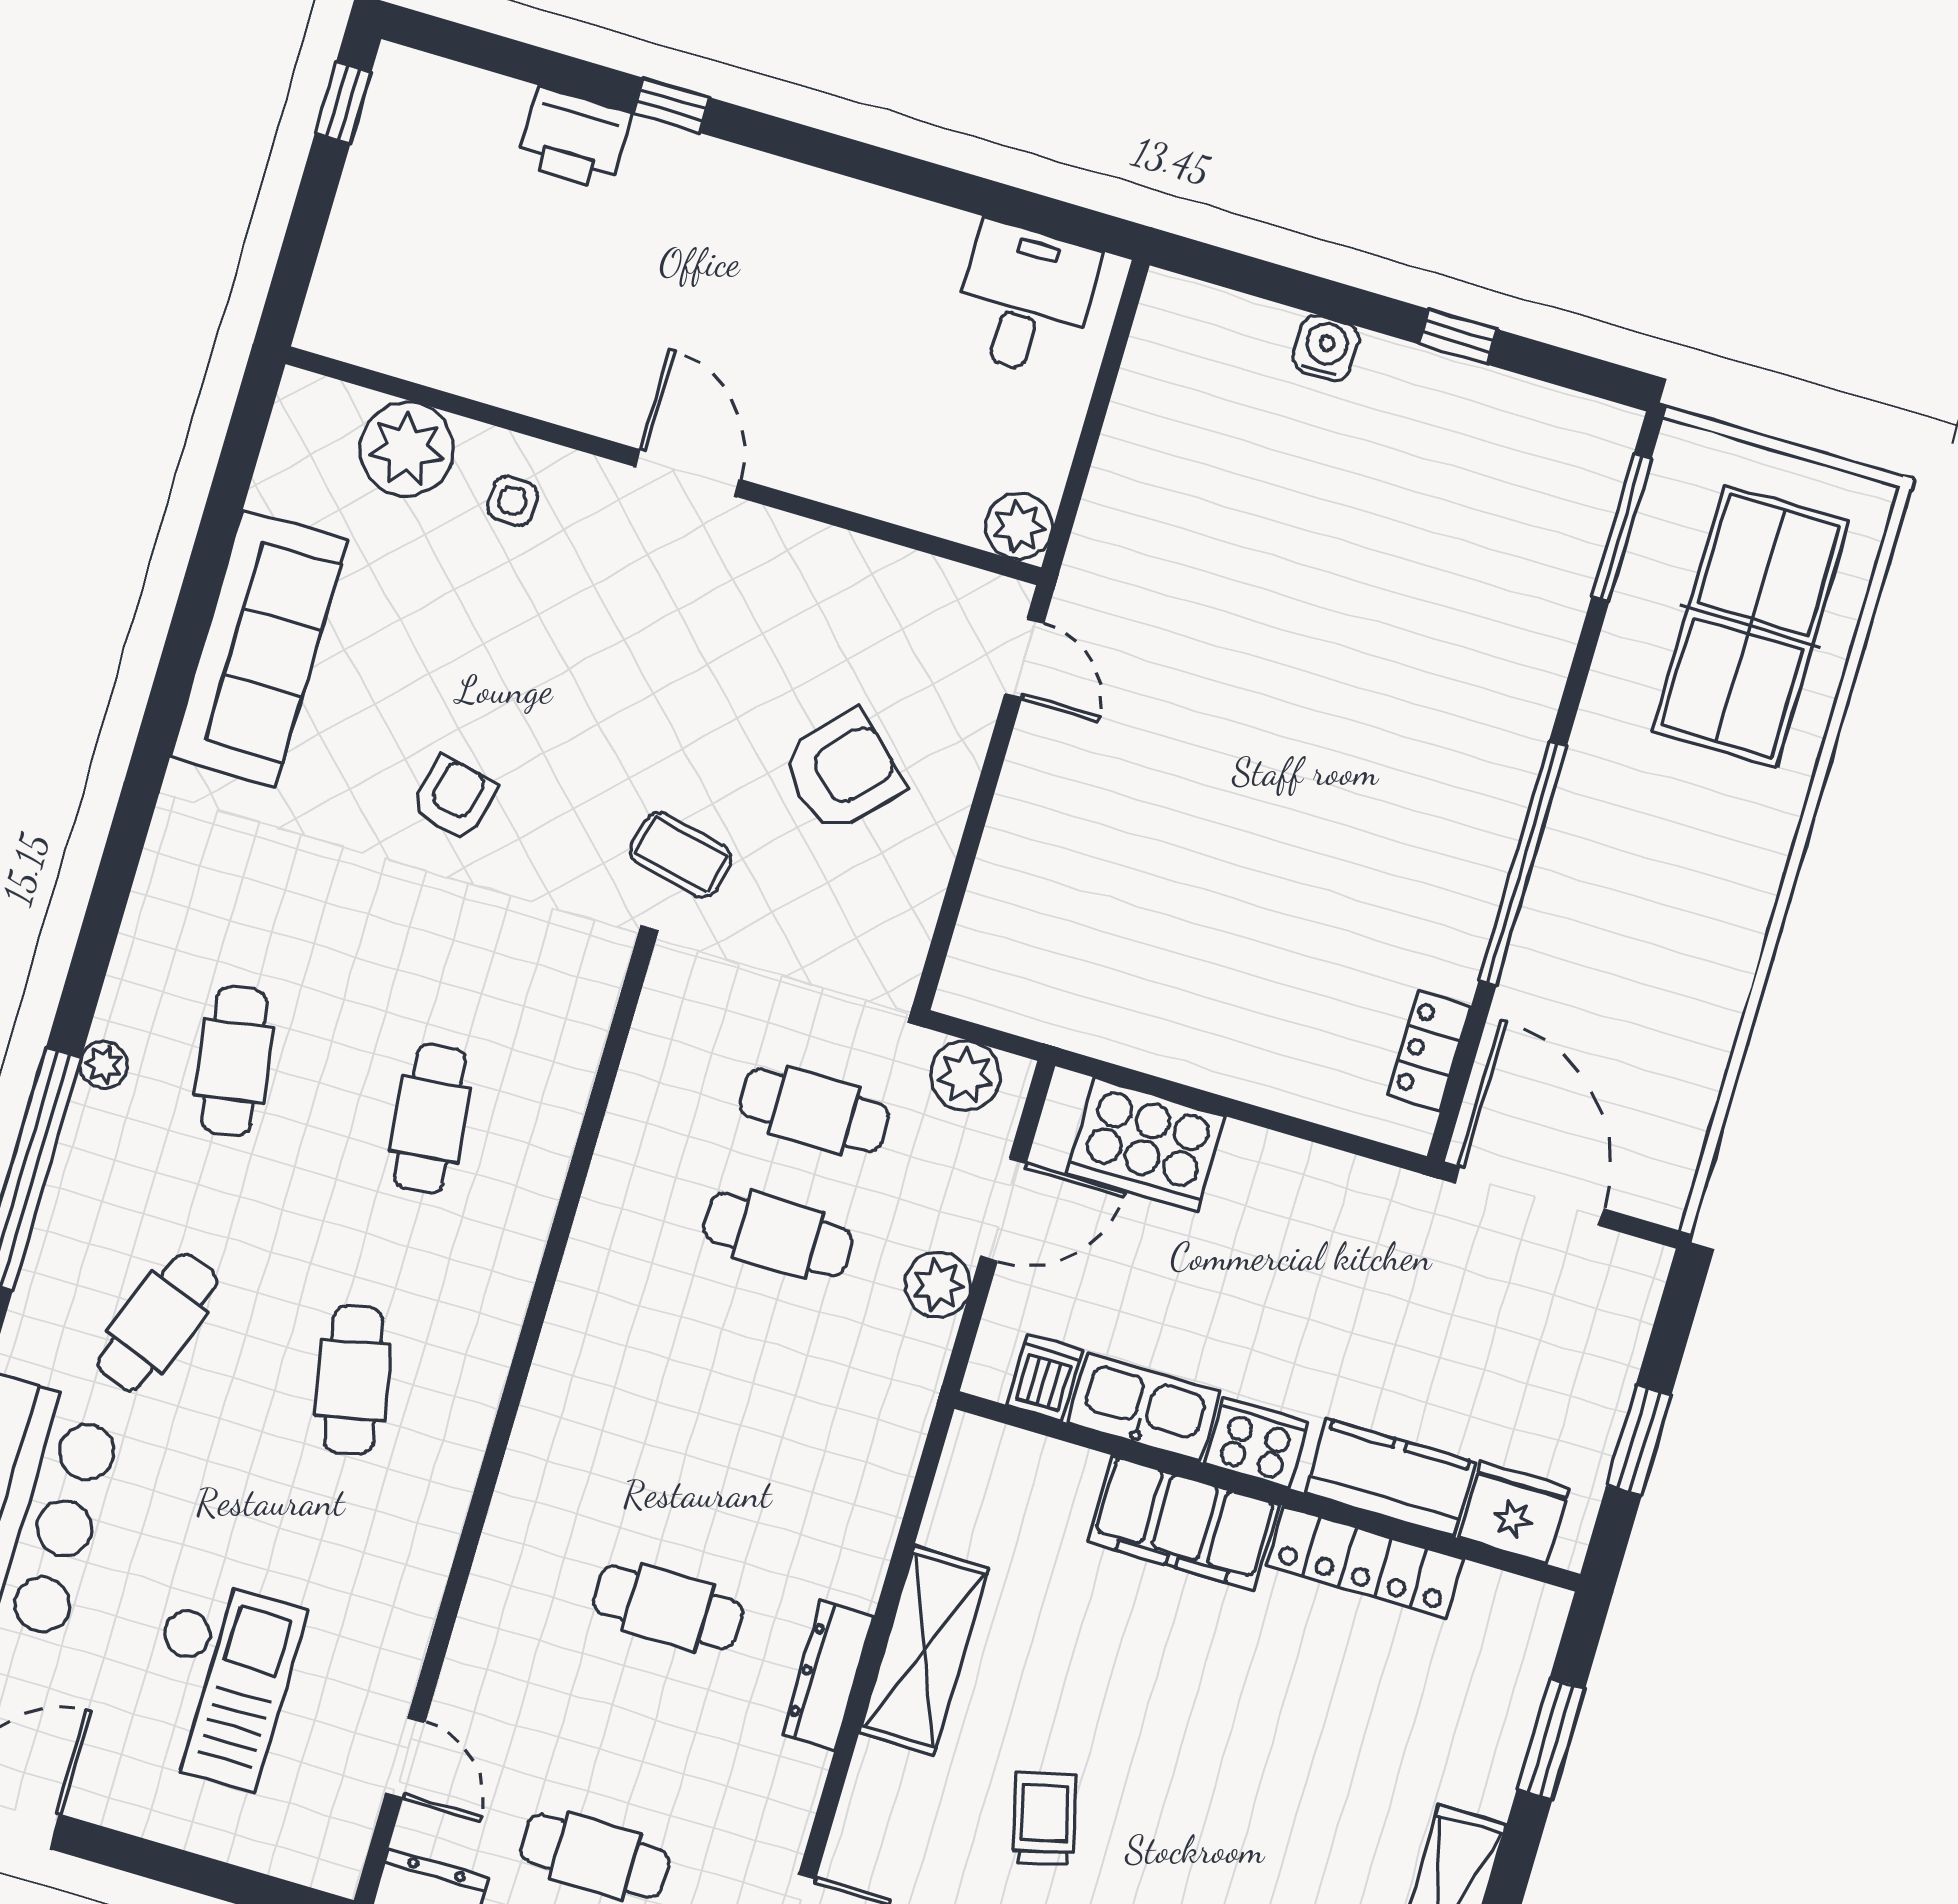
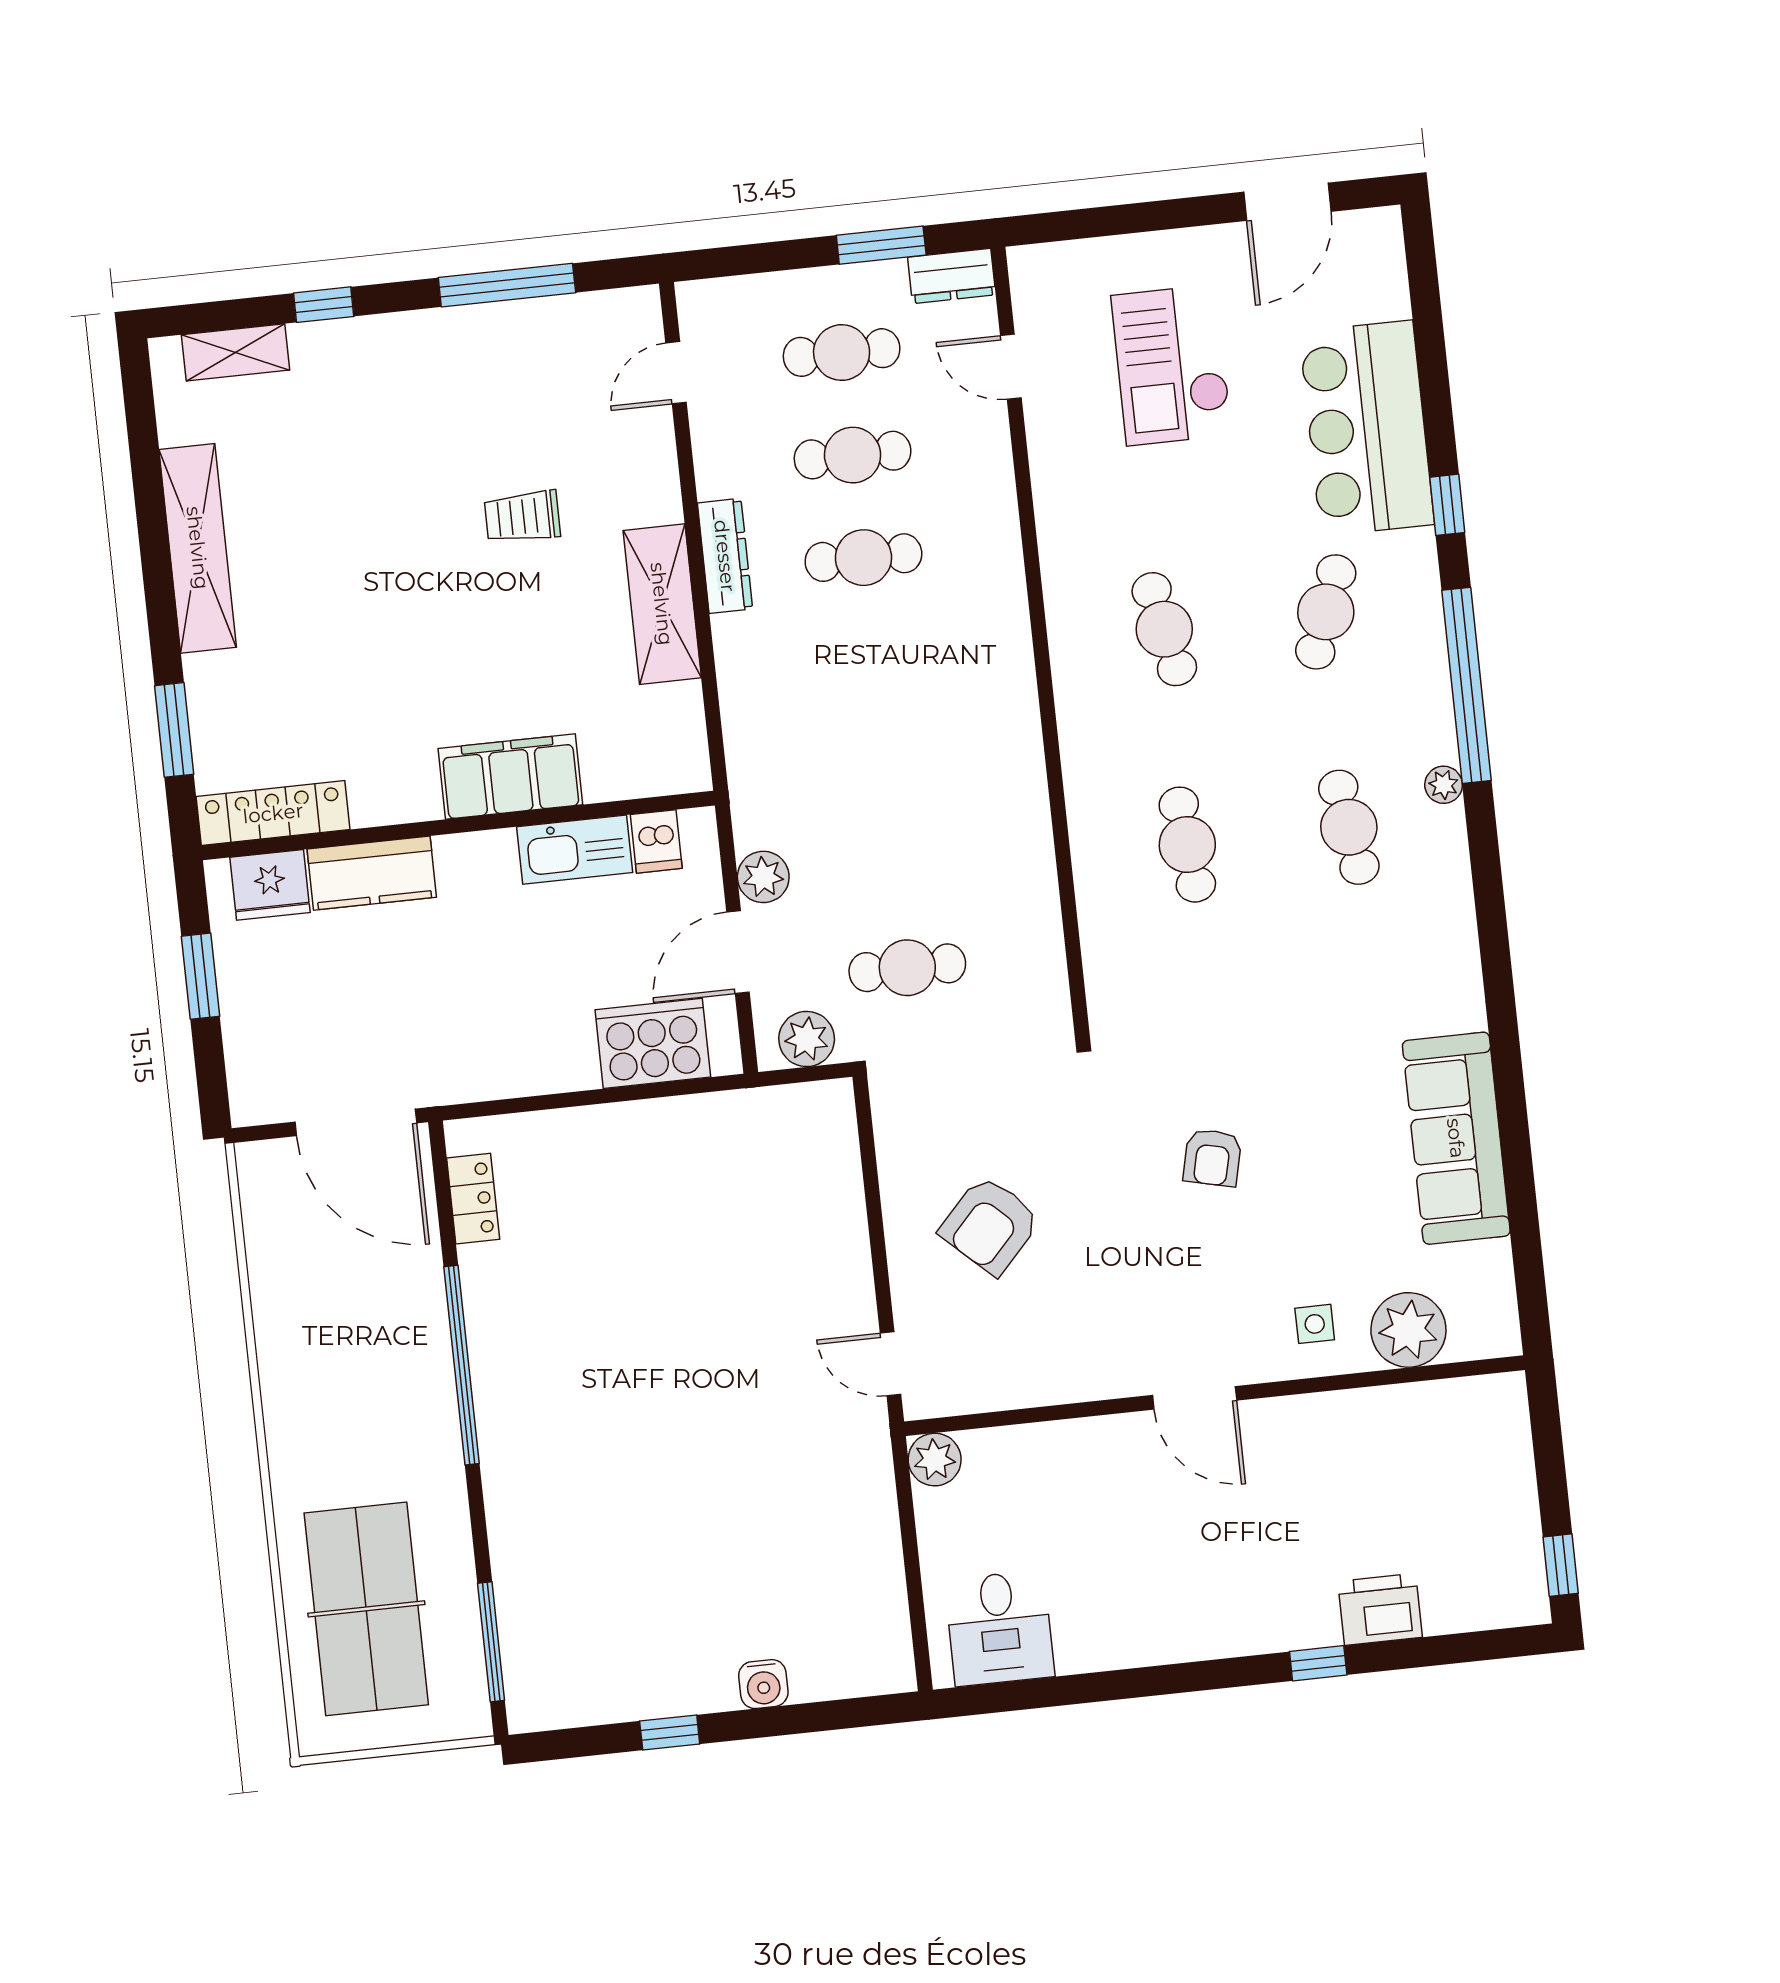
armchair: (454, 798) -> (1212, 1158), moved
coffee table: (681, 855) -> (1083, 1115), removed
cafe table: (778, 1235) -> (853, 455), moved
cooker: (1256, 1443) -> (481, 858), removed
locker: (1365, 1562) -> (273, 813), moved
trolley: (1044, 1819) -> (522, 517), turned 104

